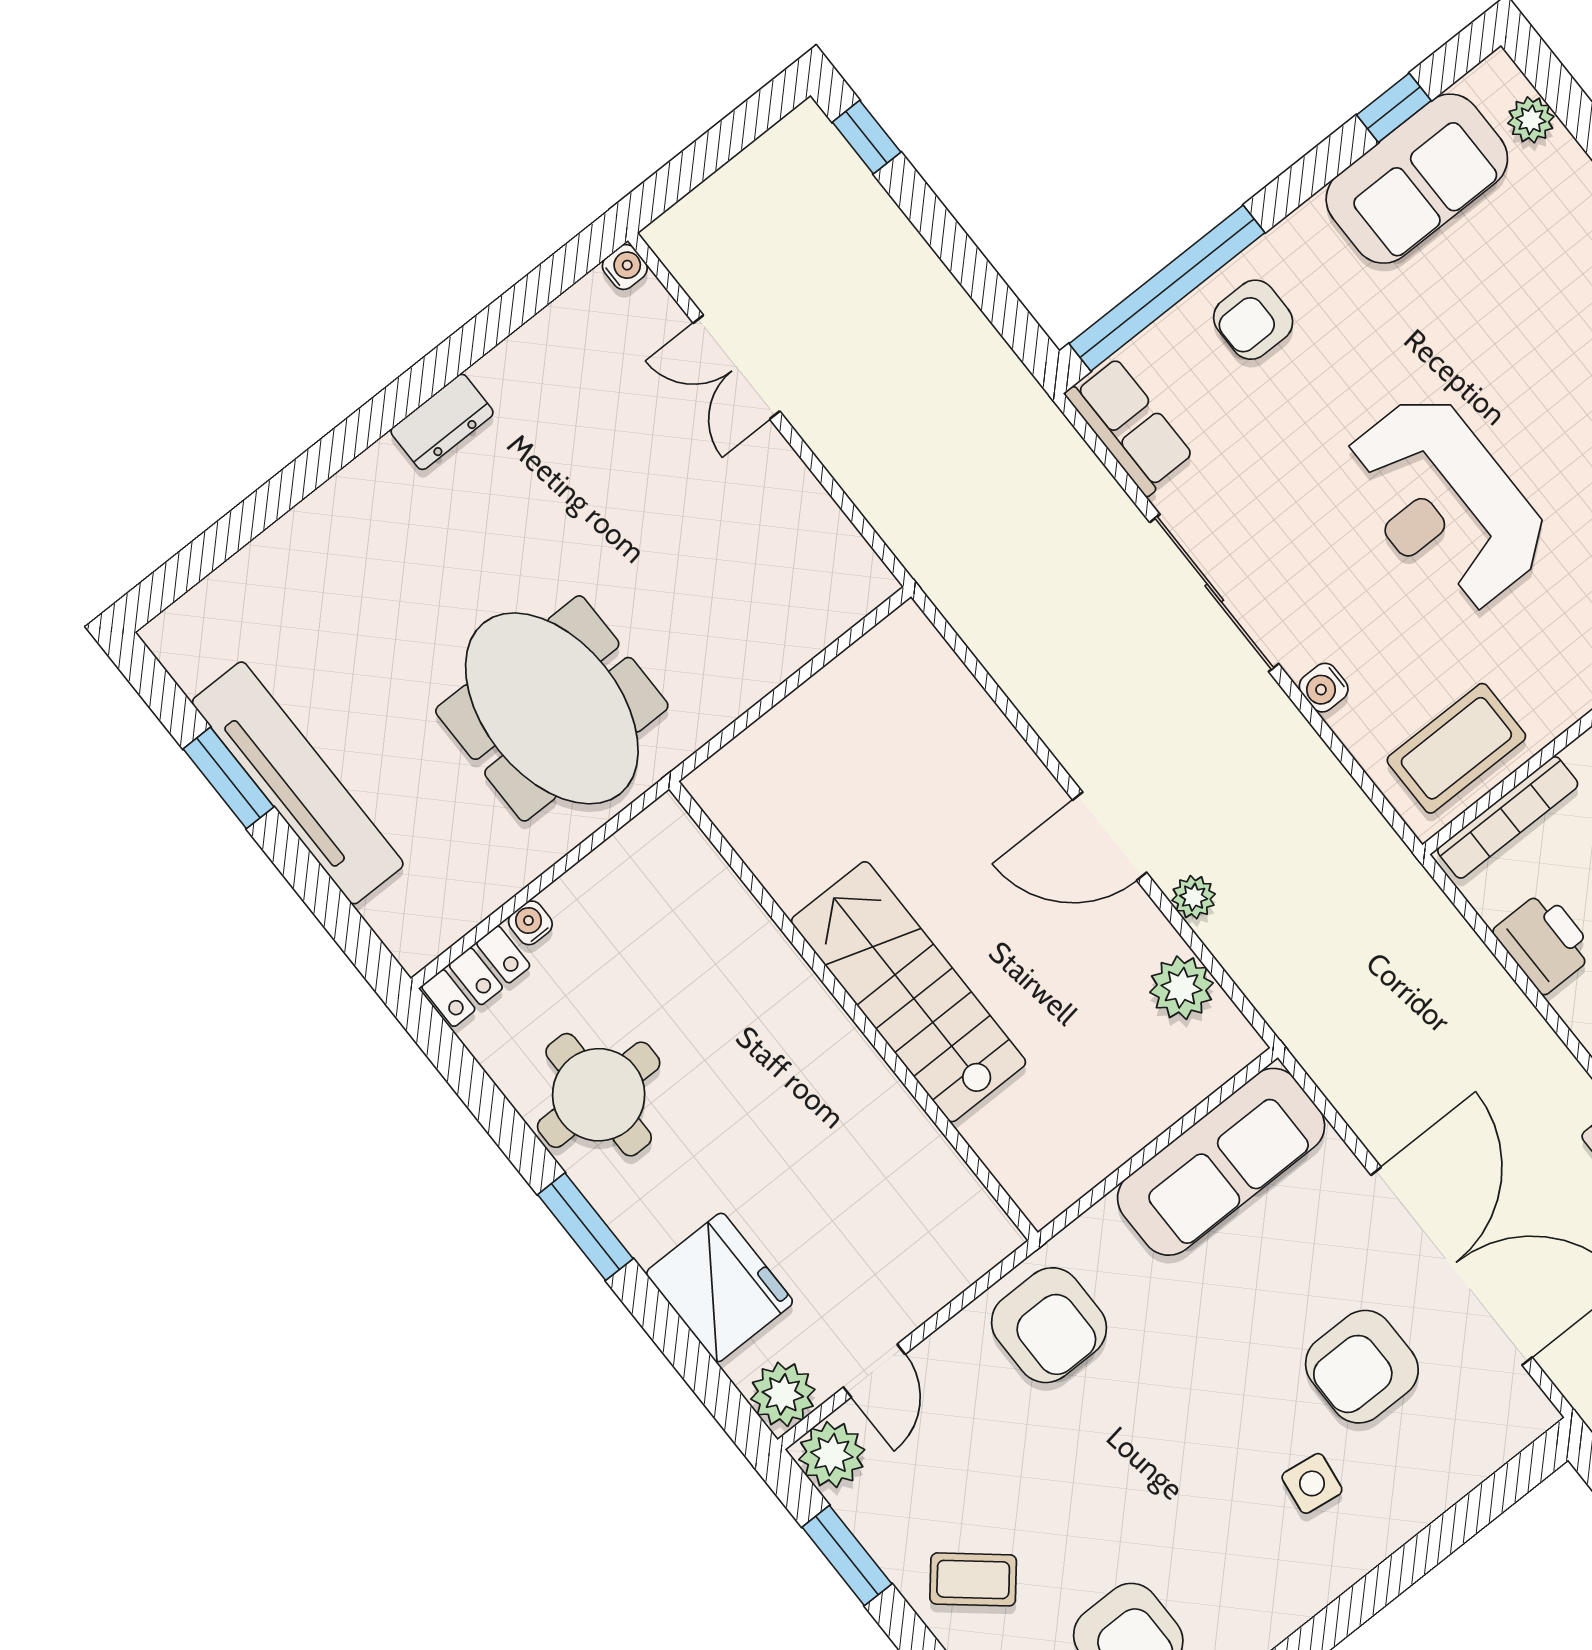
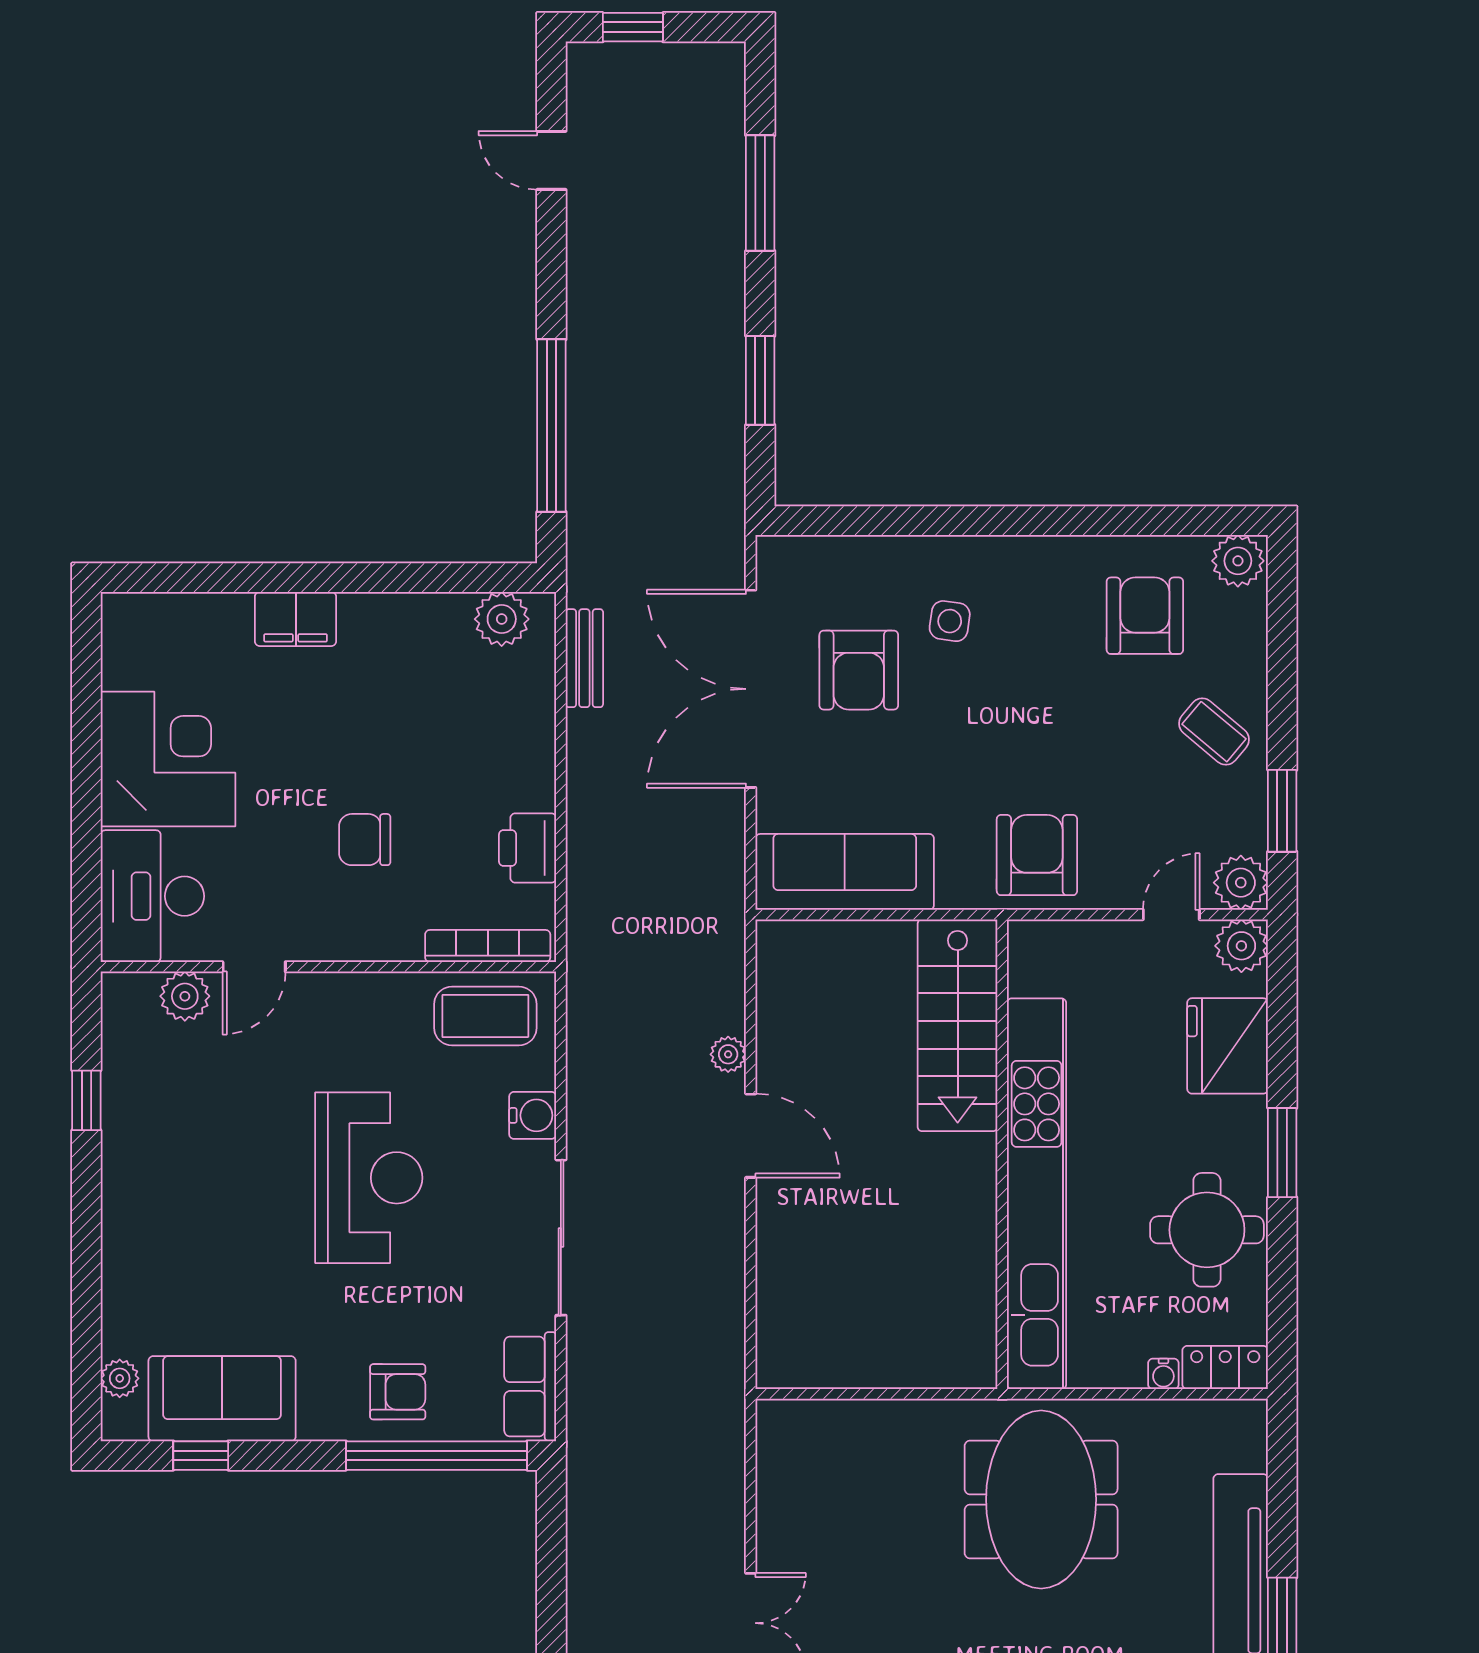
water cooler: (1324, 688) -> (533, 1115), width x1.38, depth x1.38
plant: (1182, 988) -> (782, 1003), removed
stairs: (909, 992) -> (958, 1025), moved
kitchen unit: (790, 999) -> (1037, 1194), added
armchair: (1362, 1367) -> (859, 670), turned 90

